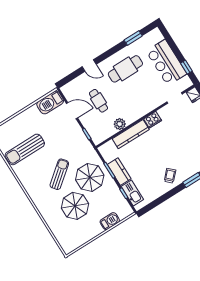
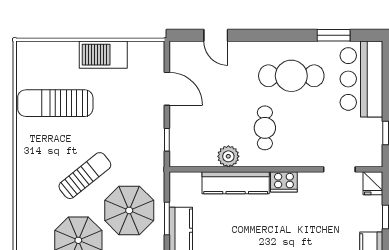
bar counter: (166, 63) -> (361, 79), moved
door: (89, 66) -> (216, 35), moved
cafe table: (98, 101) -> (265, 128), moved
barbecue: (50, 102) -> (103, 55), moved

